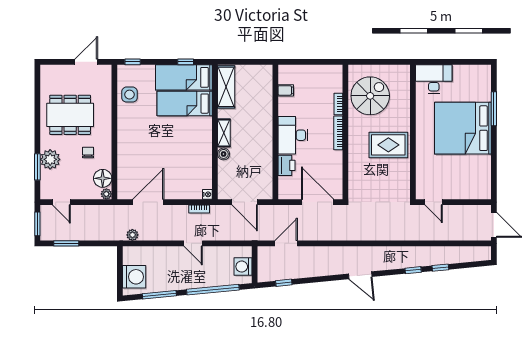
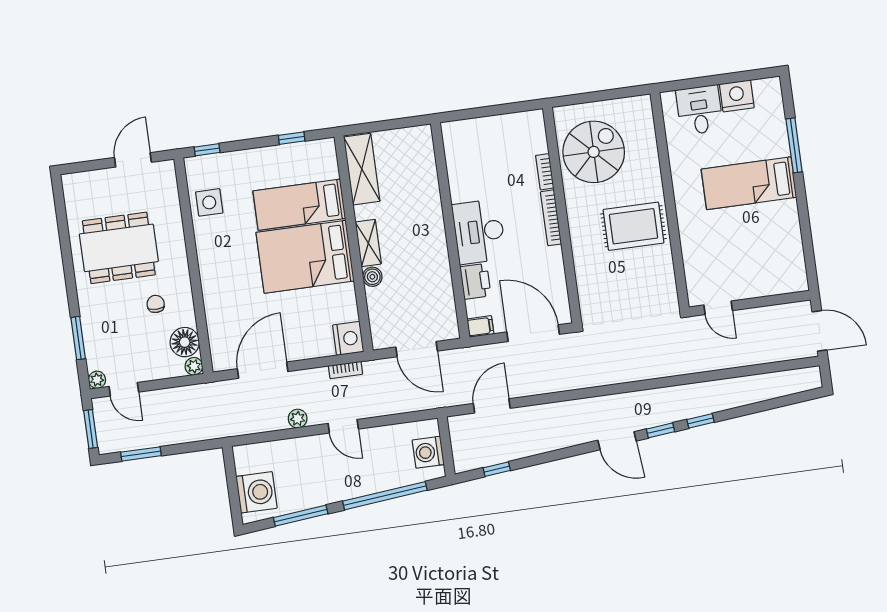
nightstand: (463, 73) -> (737, 96), added
bed: (184, 77) -> (305, 257), moved, width x1.50
desk: (434, 79) -> (699, 110), width x0.73
filing cabinet: (286, 90) -> (480, 326), moved
bed: (463, 128) -> (749, 183), width x0.49
plant: (50, 159) -> (97, 380), moved, width x0.53, depth x0.53
nightstand: (207, 194) -> (348, 338), width x1.89, depth x1.79
plant: (132, 235) -> (298, 419), moved
window: (440, 268) -> (661, 430), moved

